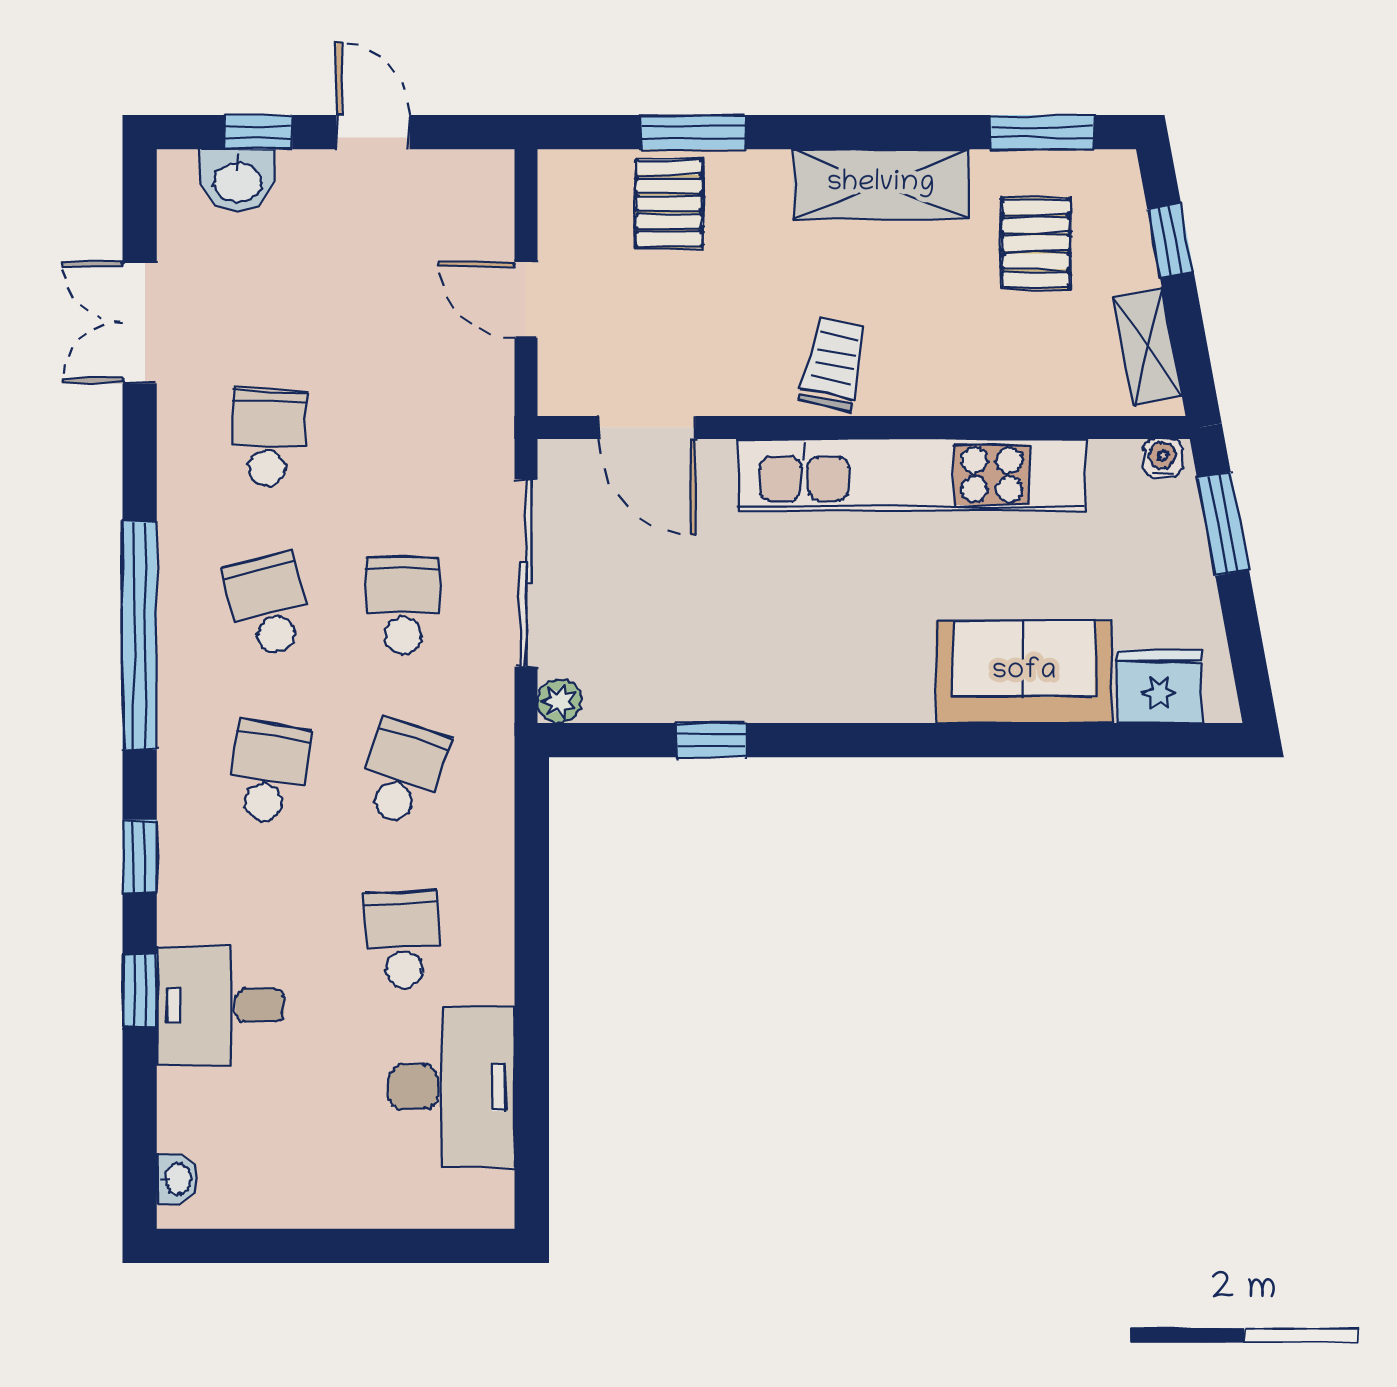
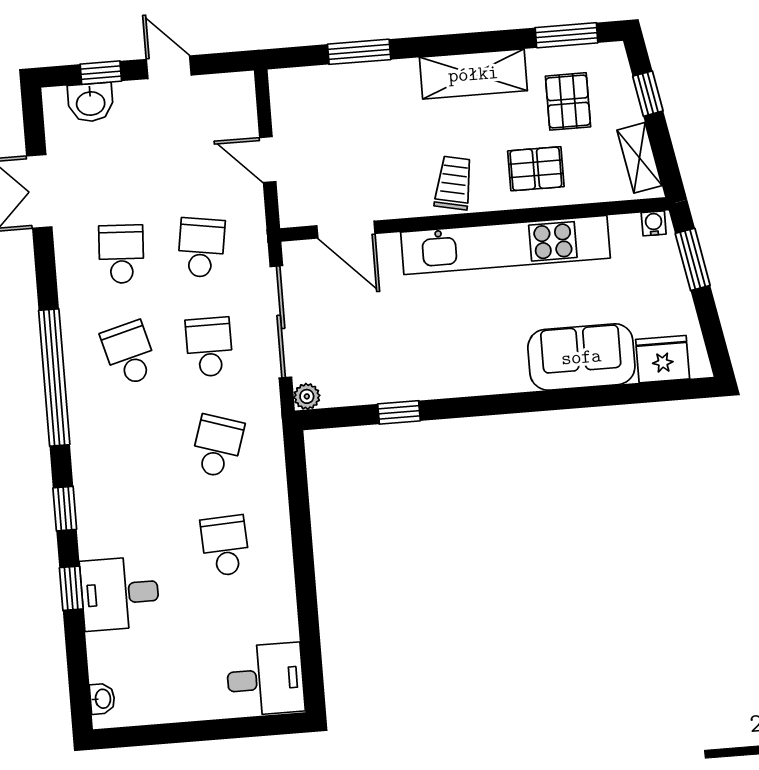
pallet: (669, 203) -> (536, 169), moved, turned 90
school desk: (268, 773) -> (201, 248), moved
desk: (452, 1087) -> (265, 679), moved, width x0.73

